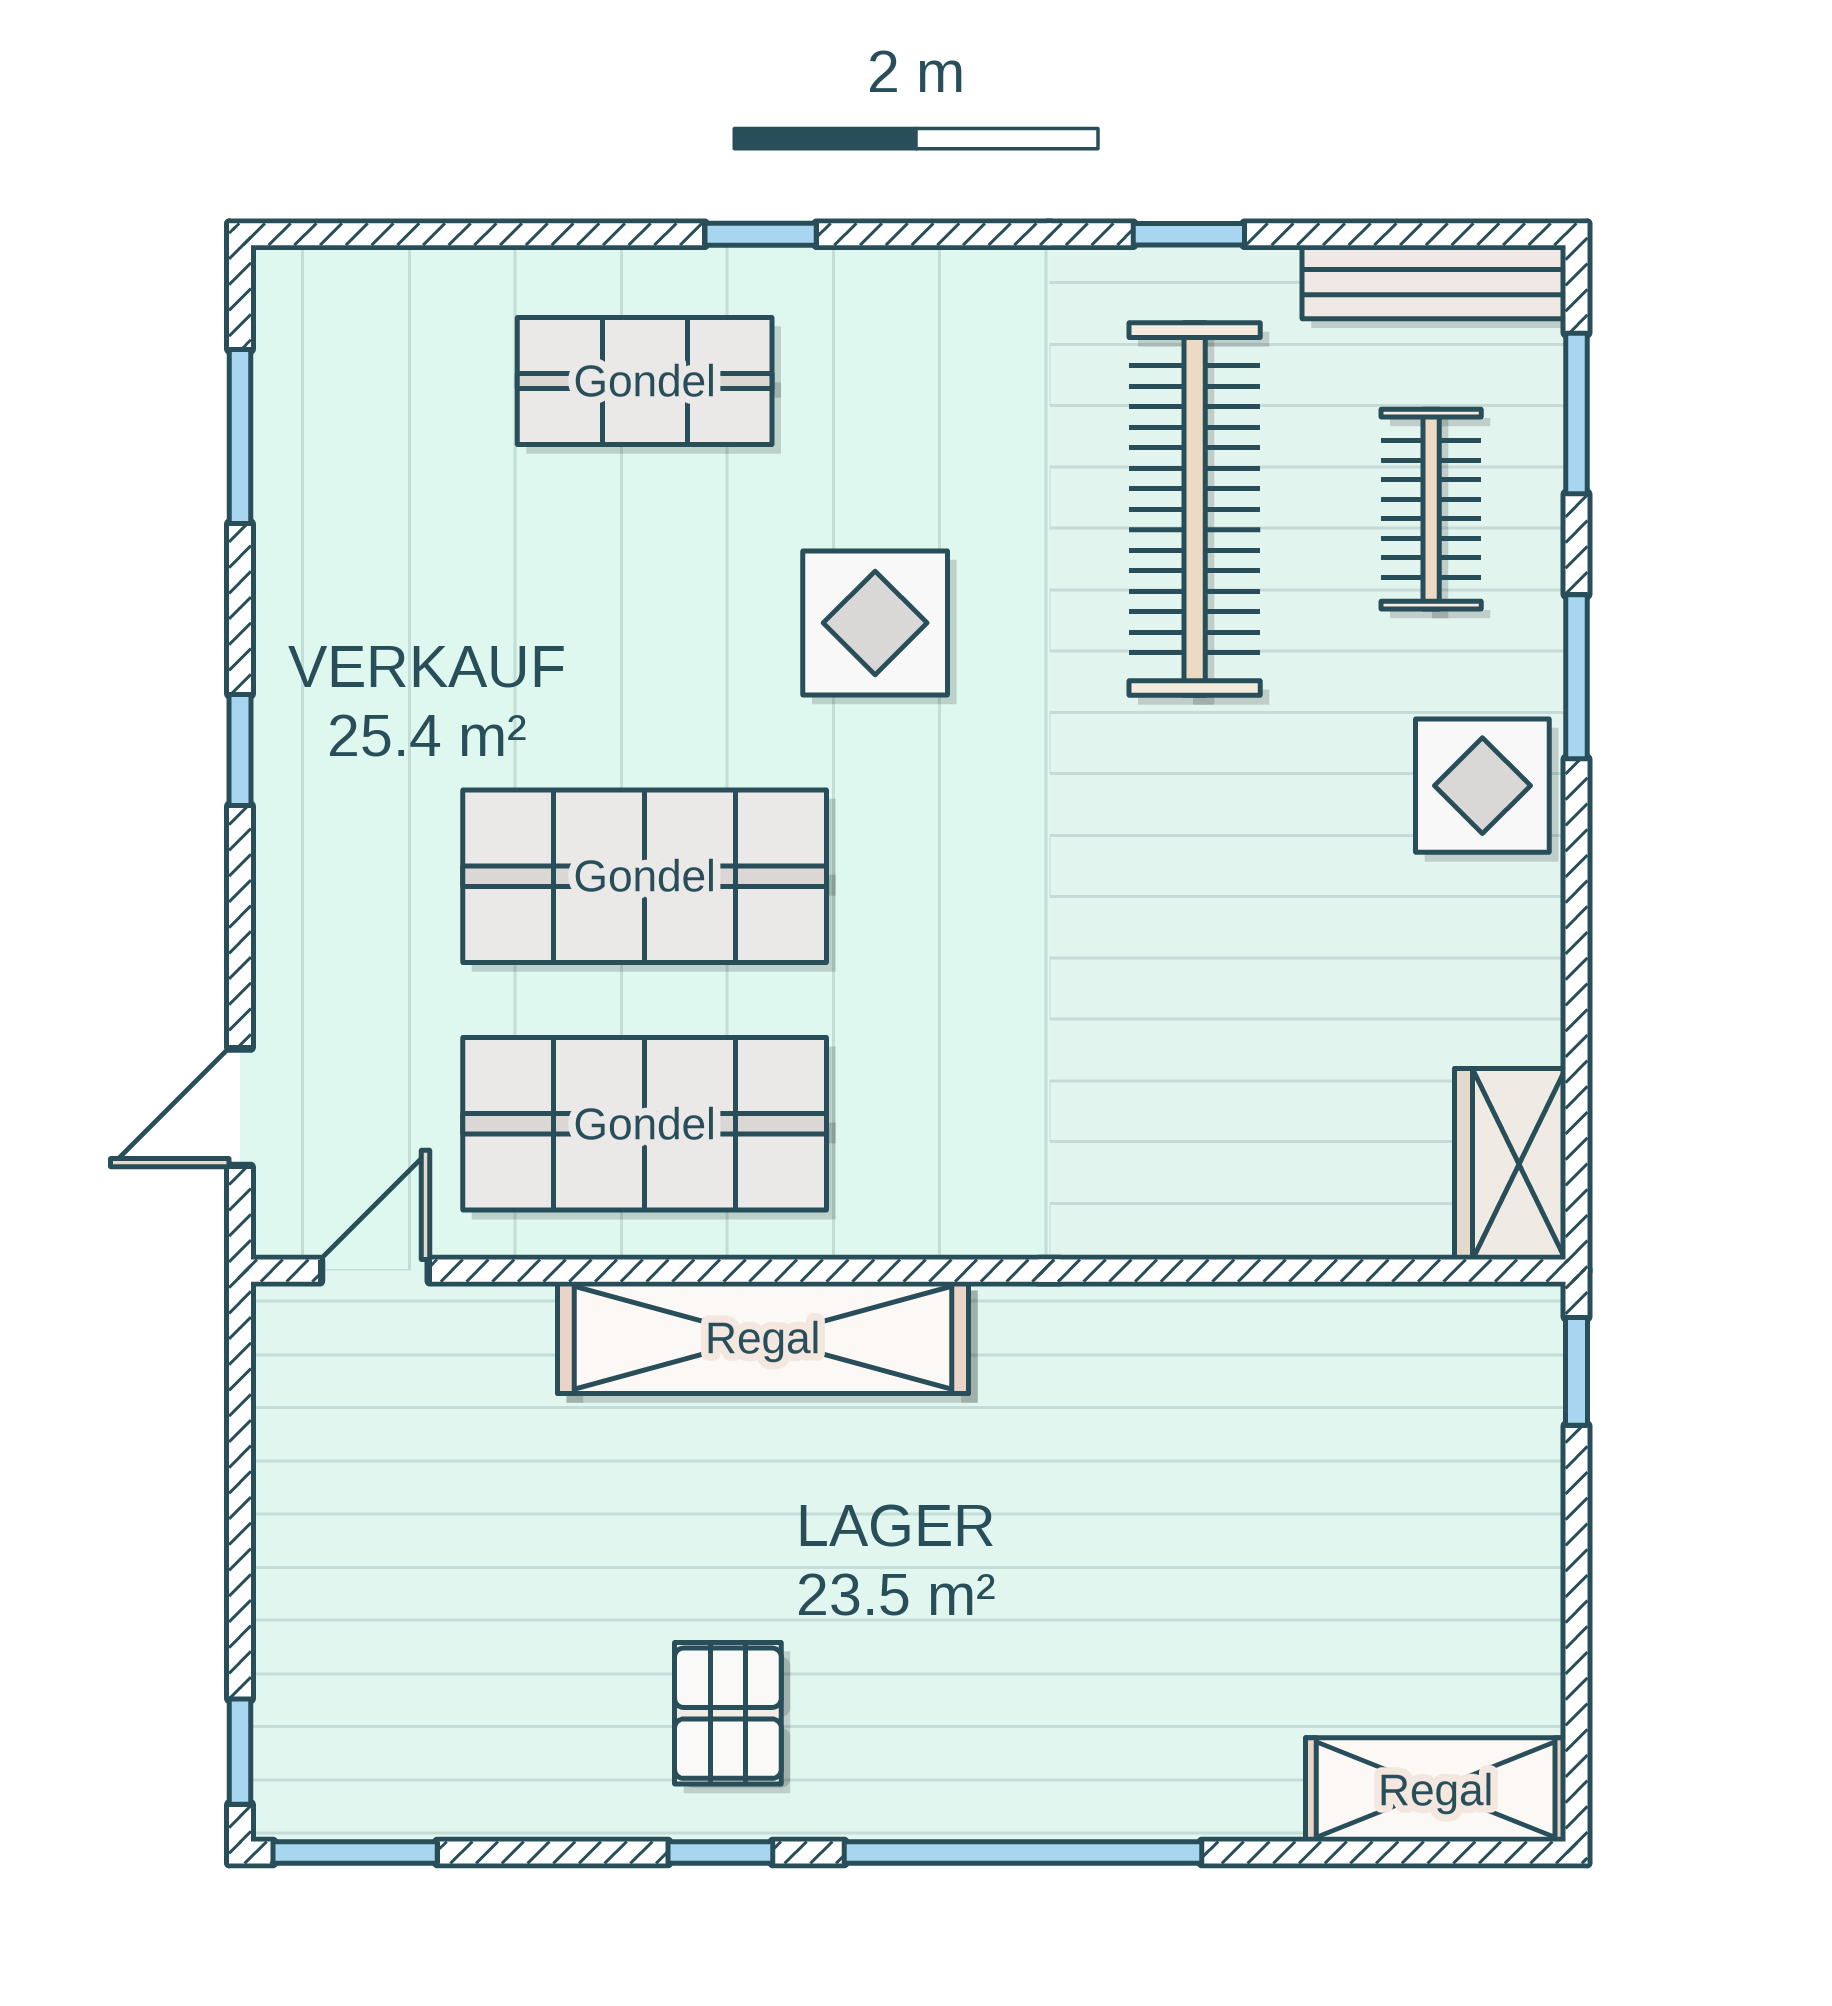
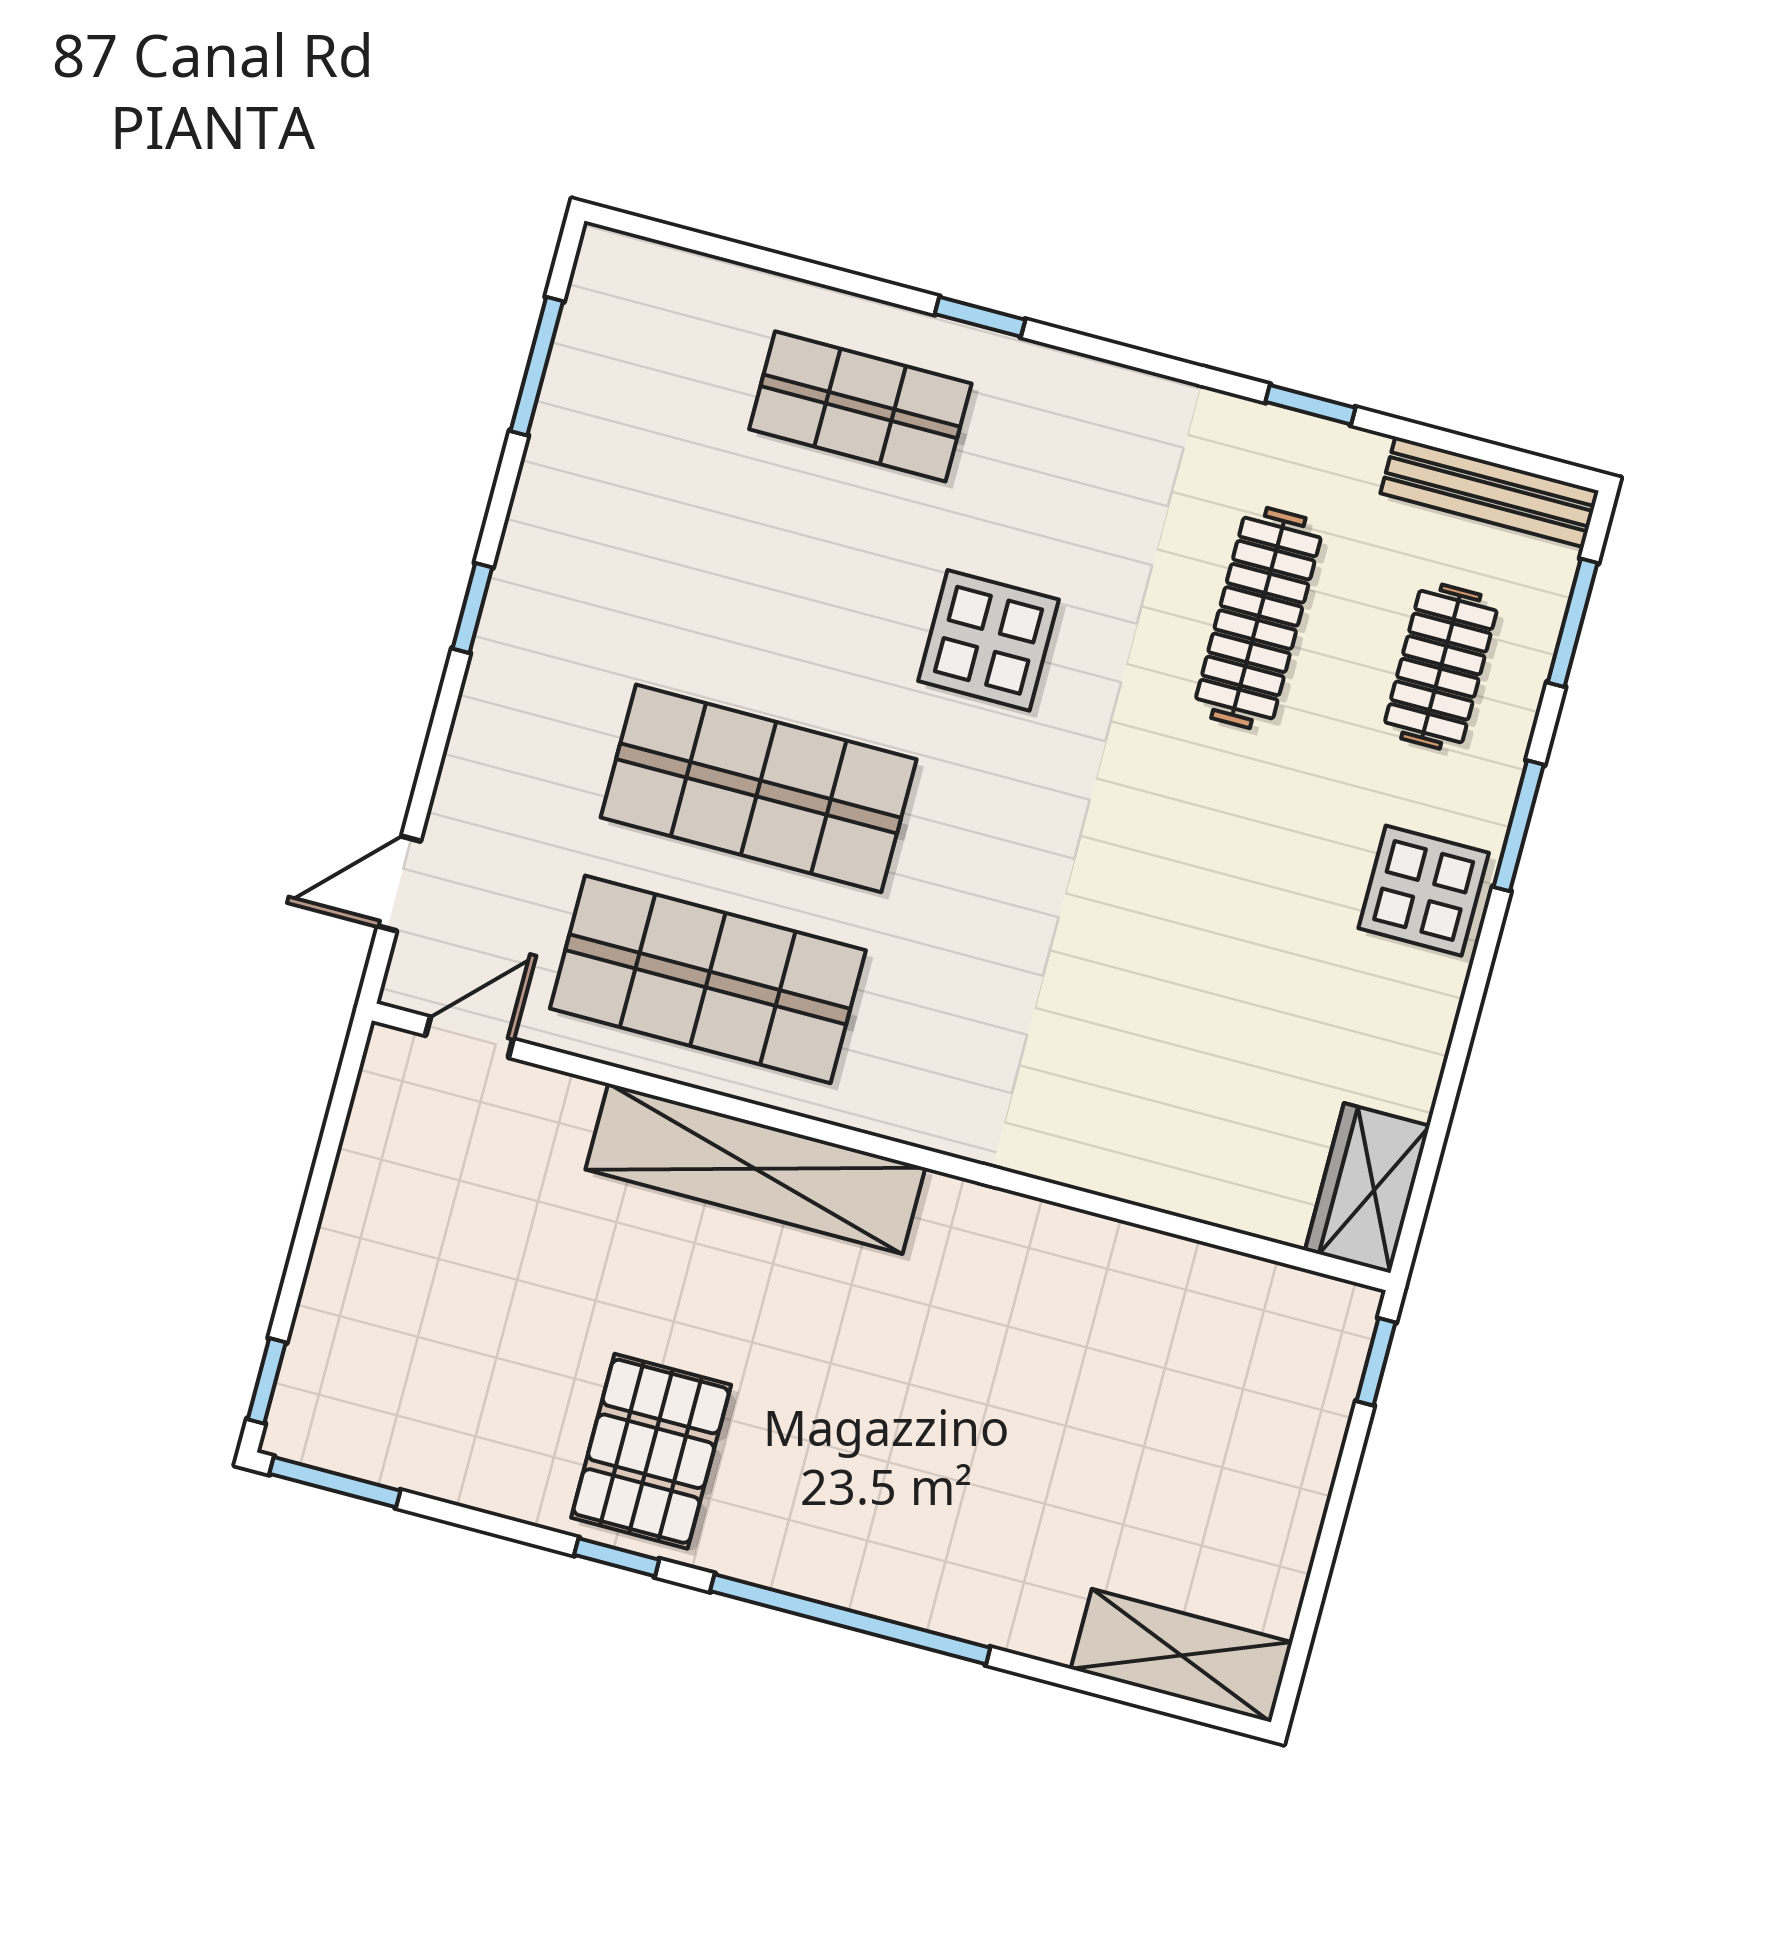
clothes rail: (1195, 509) -> (1258, 618), width x0.73, depth x0.76
pallet: (728, 1713) -> (651, 1451), width x1.50, depth x1.42

